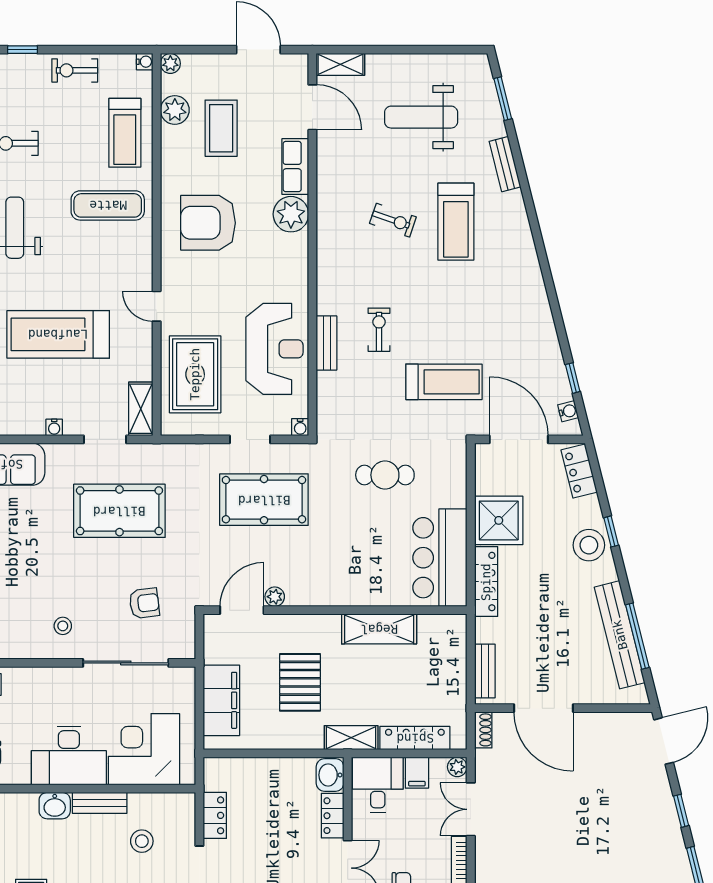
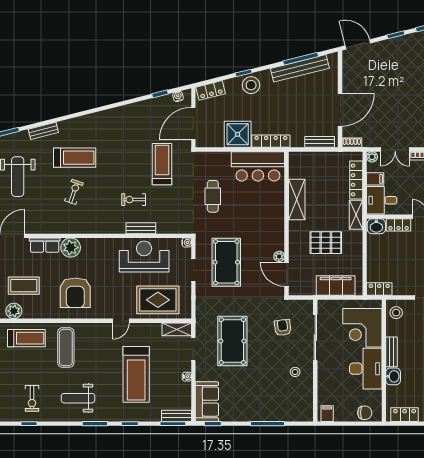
locker: (215, 815) -> (379, 289), moved
stool: (142, 841) -> (396, 313), moved

